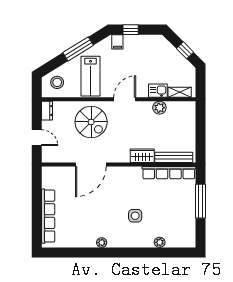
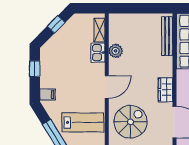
window: (131, 30) -> (35, 69), moved
door: (125, 99) -> (107, 87), swing flipped
wardrobe: (142, 156) -> (165, 90), moved

